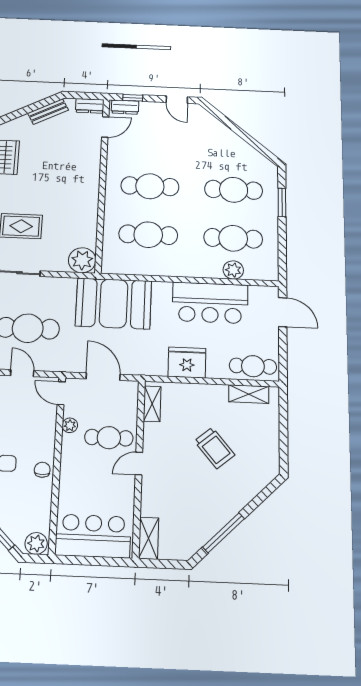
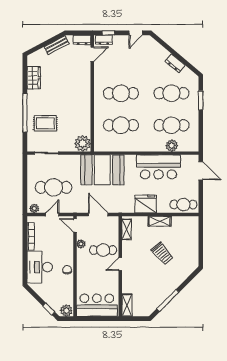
door: (177, 100) -> (136, 33), hinge flipped
dresser: (240, 146) -> (175, 63), added
door: (22, 373) -> (52, 215), hinge flipped
shelving: (249, 394) -> (160, 221), moved

